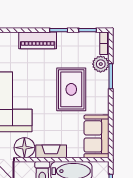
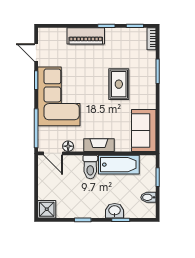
plant: (101, 64) -> (148, 59), removed
rug: (71, 89) -> (119, 84), width x0.73, depth x0.70
floor lamp: (24, 148) -> (68, 146), width x0.53, depth x0.53

